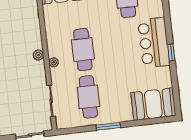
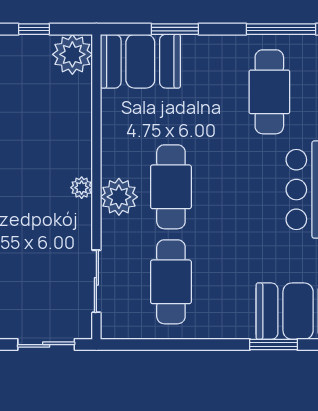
plant: (54, 62) -> (119, 197), width x1.88, depth x1.88
window: (108, 126) -> (274, 345), moved

